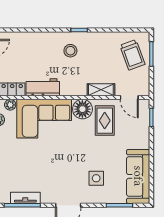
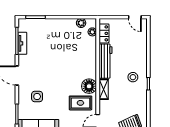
workbench: (43, 87) -> (105, 61), width x1.38
shelving: (101, 90) -> (104, 89), moved
corner sofa: (44, 119) -> (82, 57), removed

